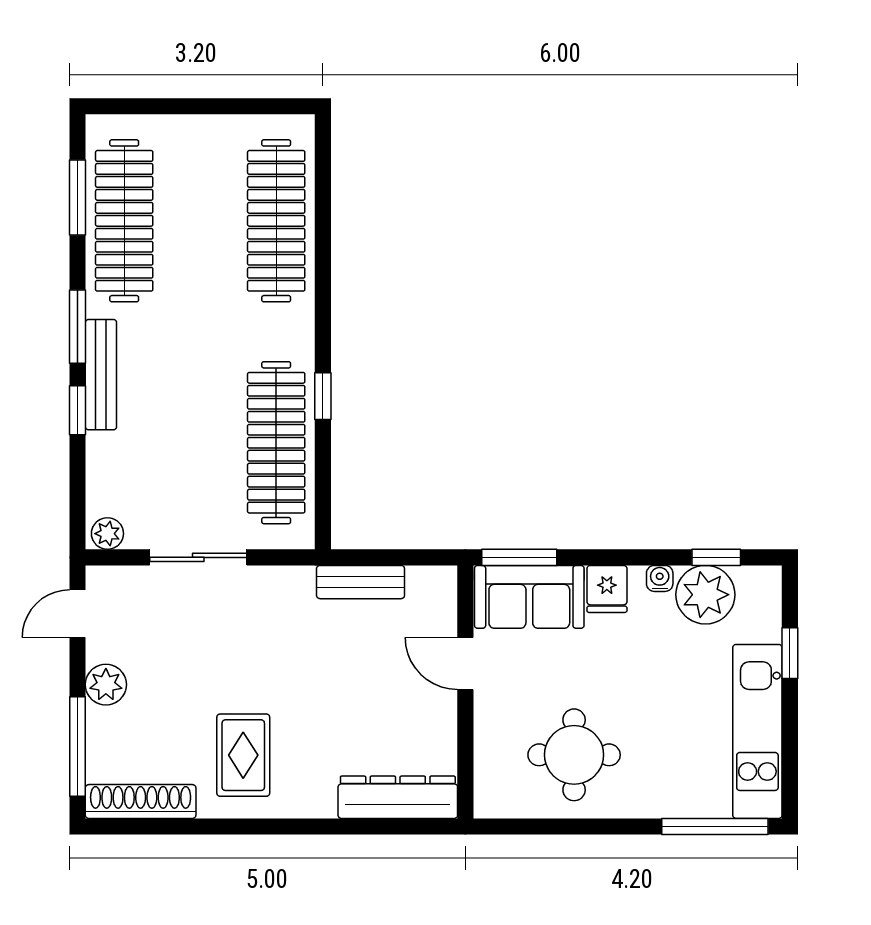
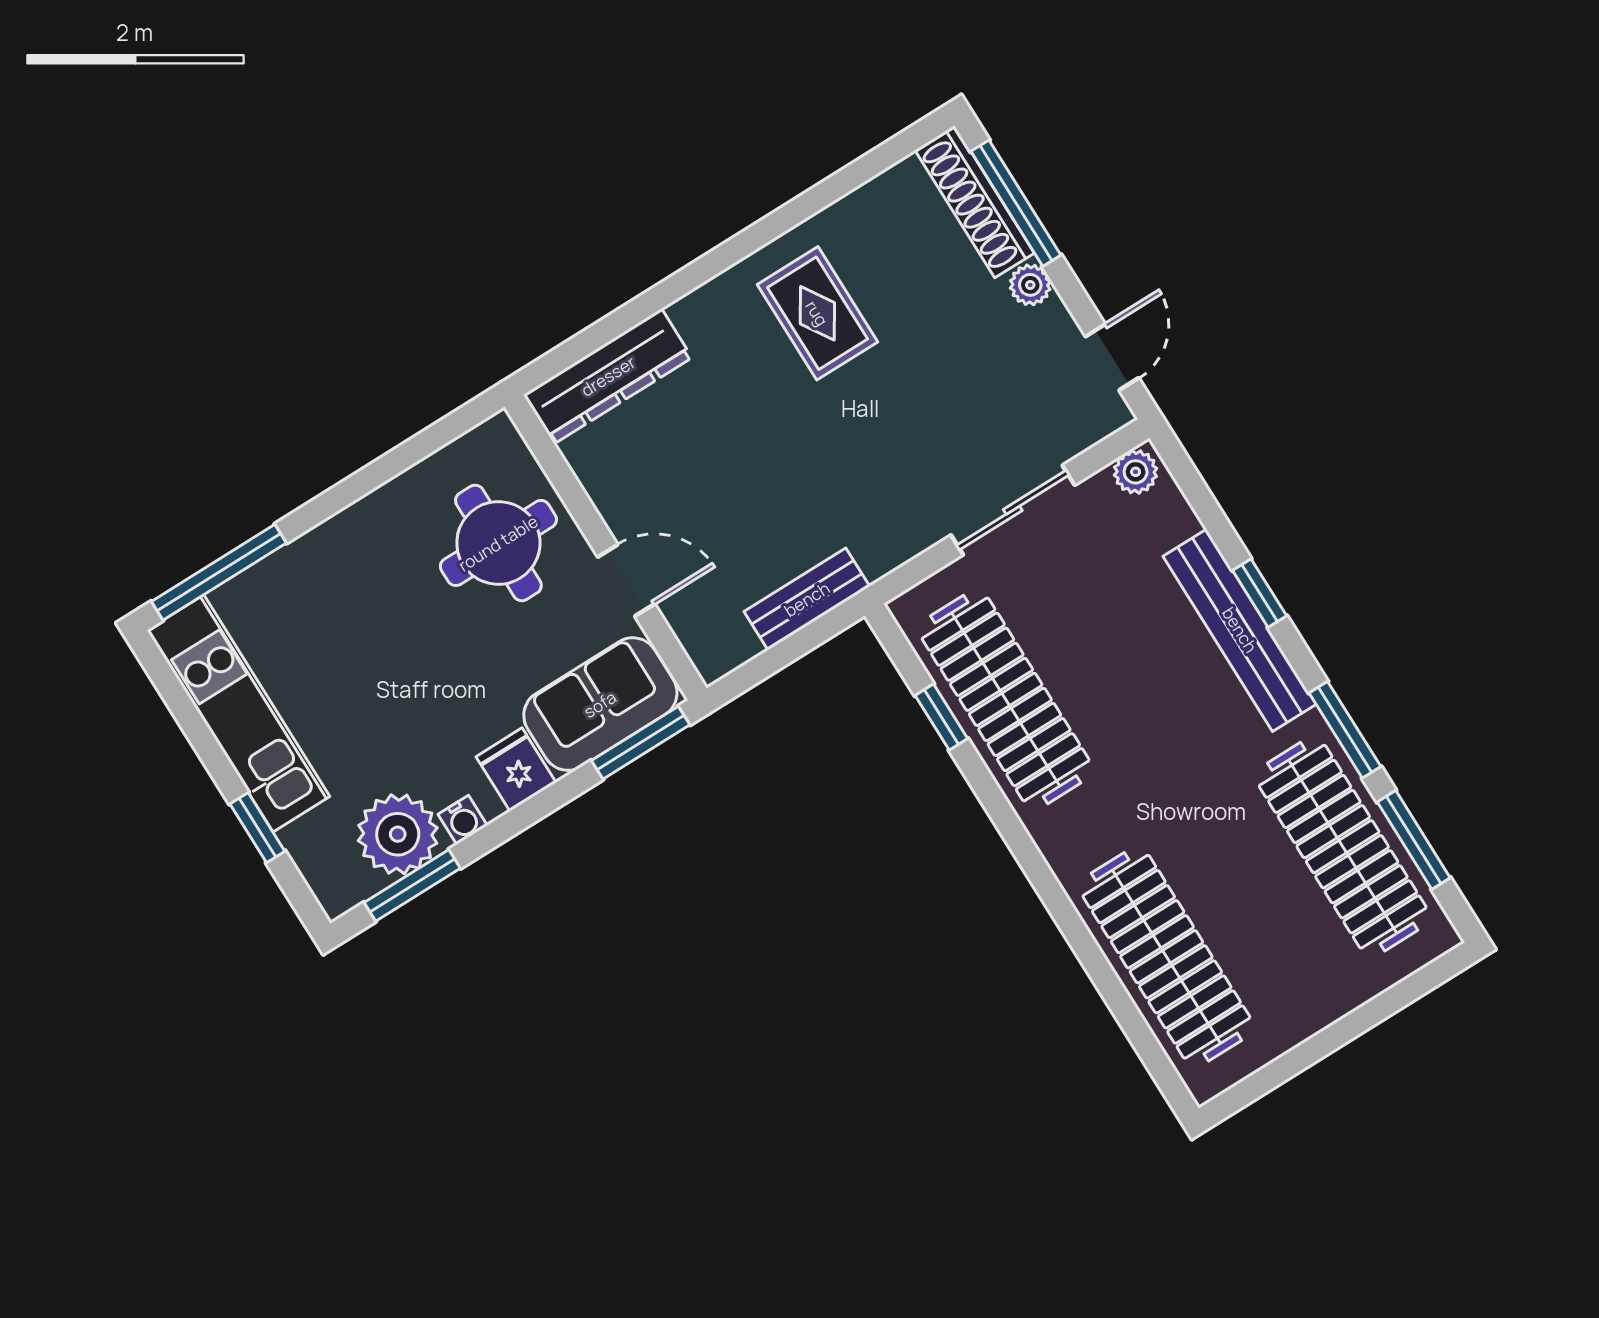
window: (78, 327) -> (1345, 730), moved
bench: (101, 375) -> (1240, 630), width x1.37, depth x1.21
window: (323, 396) -> (941, 717), moved
window: (716, 557) -> (412, 885), width x1.50
plant: (106, 685) -> (1030, 285), width x0.73, depth x0.73
round table: (574, 755) -> (498, 543), moved
shoe rack: (141, 802) -> (975, 202), moved, turned 90

